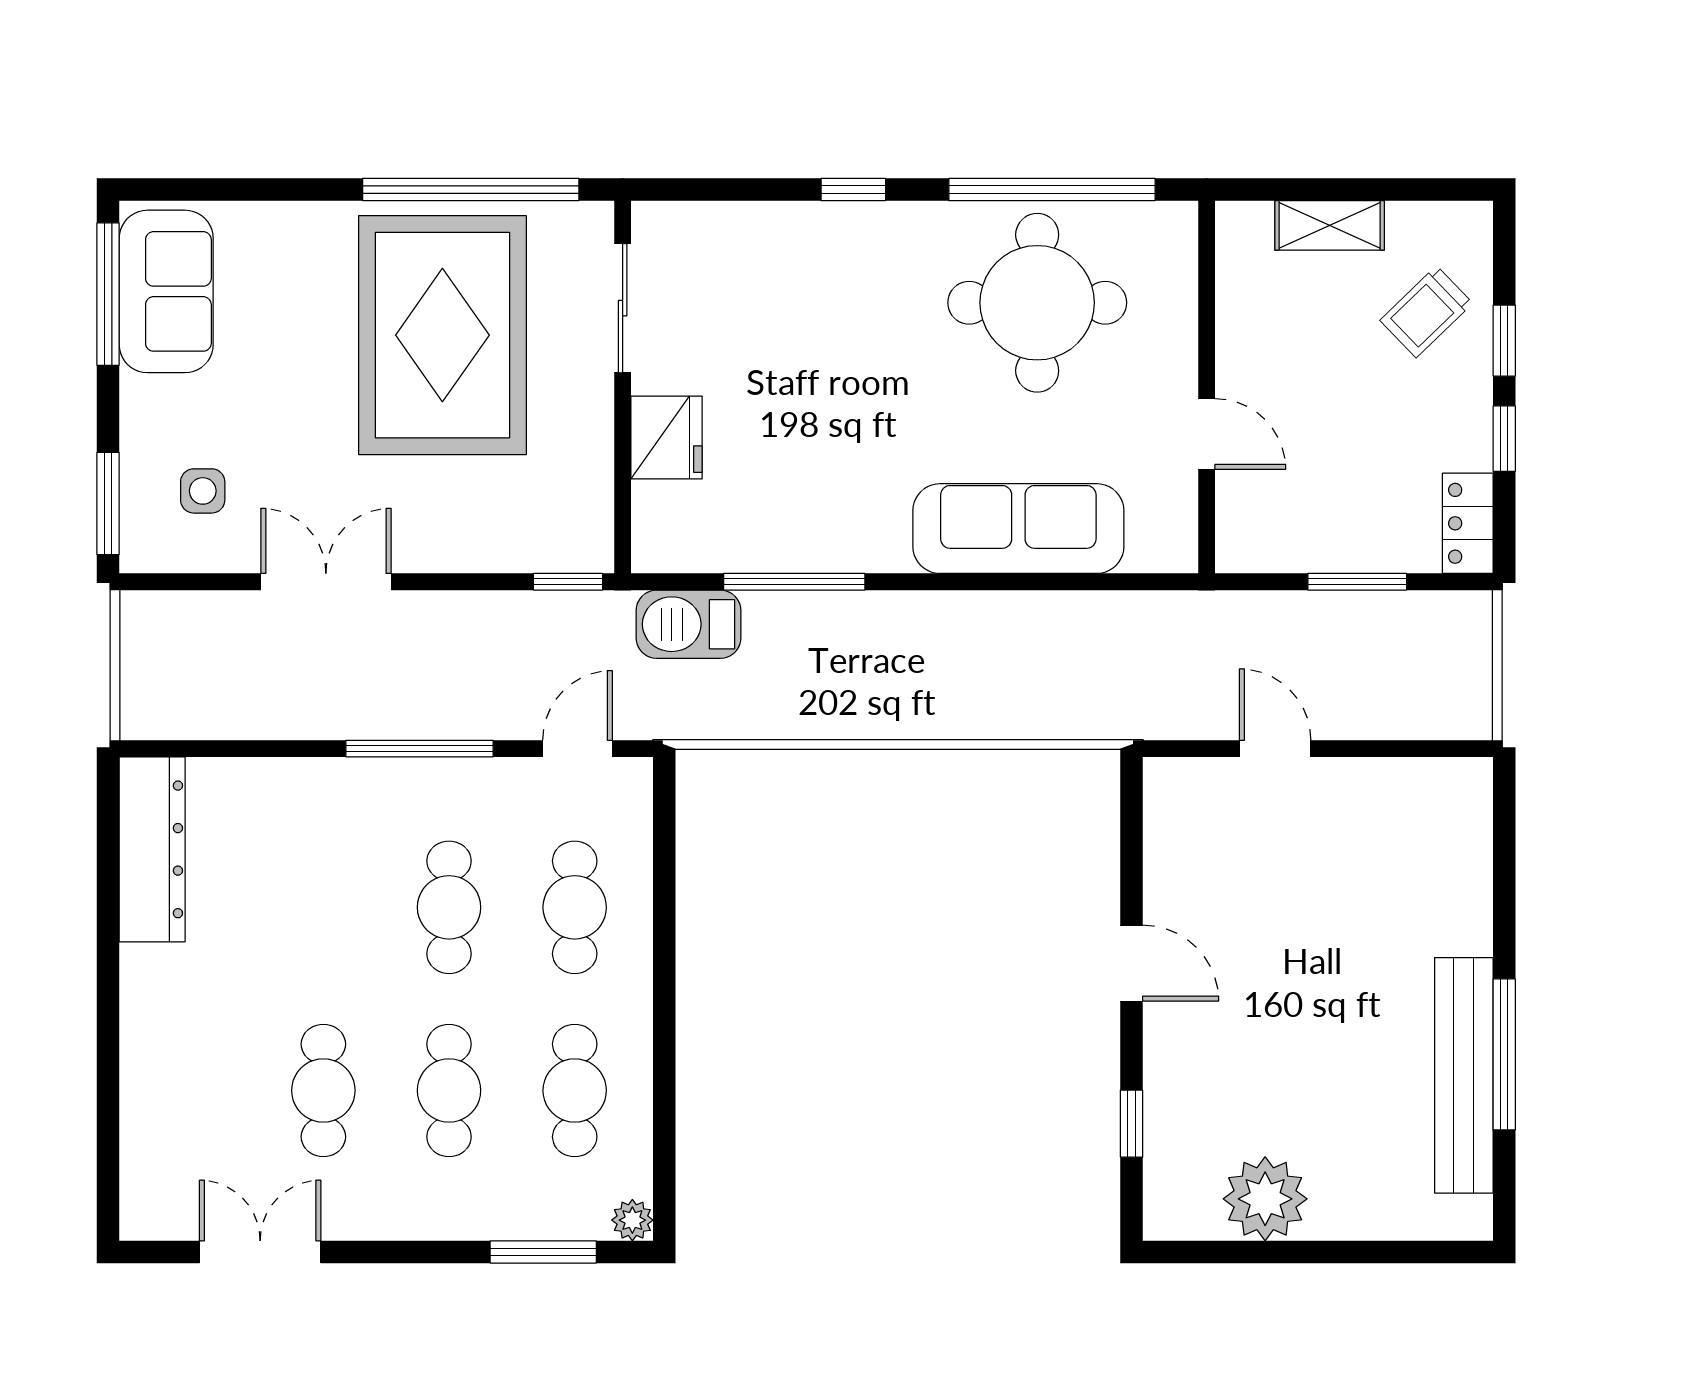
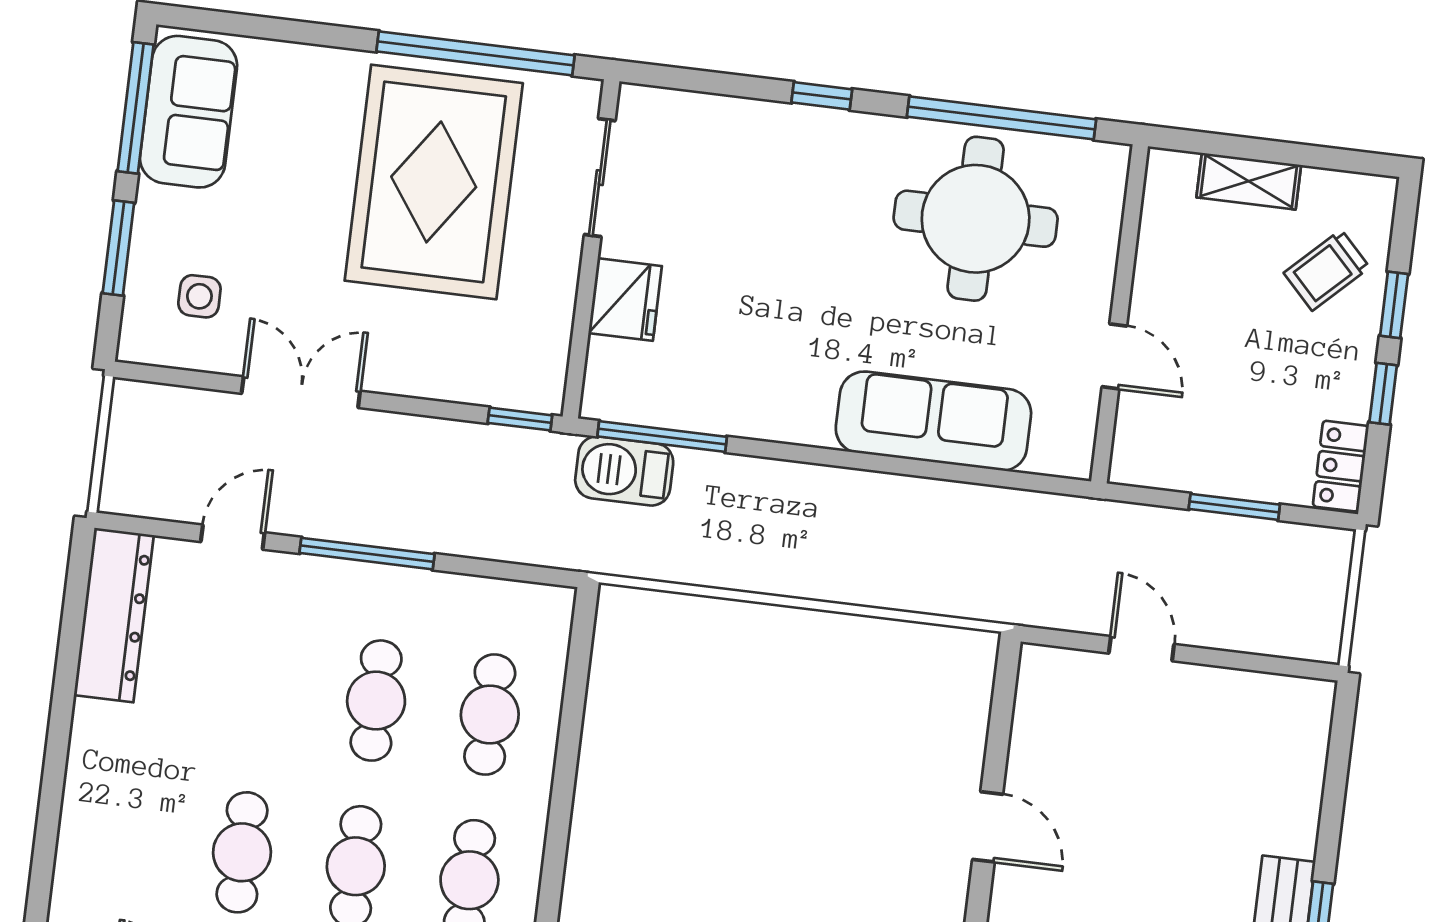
window: (108, 504) -> (118, 248), moved
window: (794, 582) -> (662, 437), moved
door: (578, 749) -> (233, 537), moved

